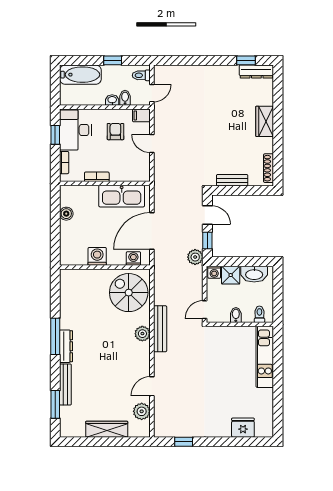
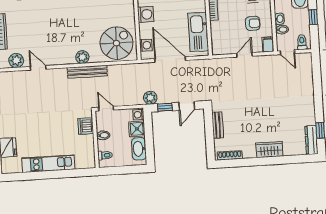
dishwasher: (224, 335) -> (86, 126), added
kitchen unit: (265, 357) -> (48, 164), moved

